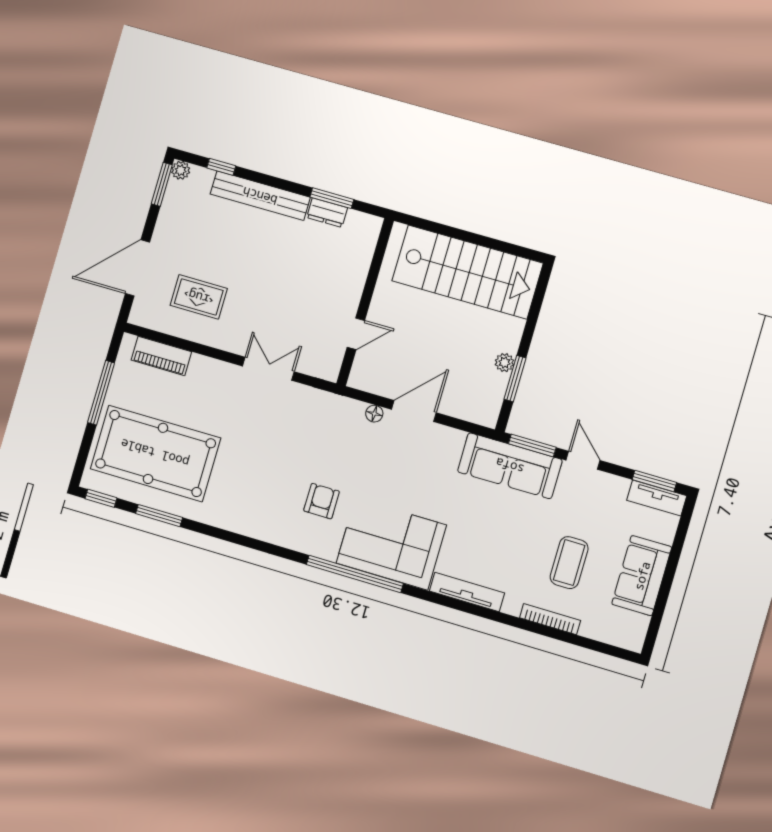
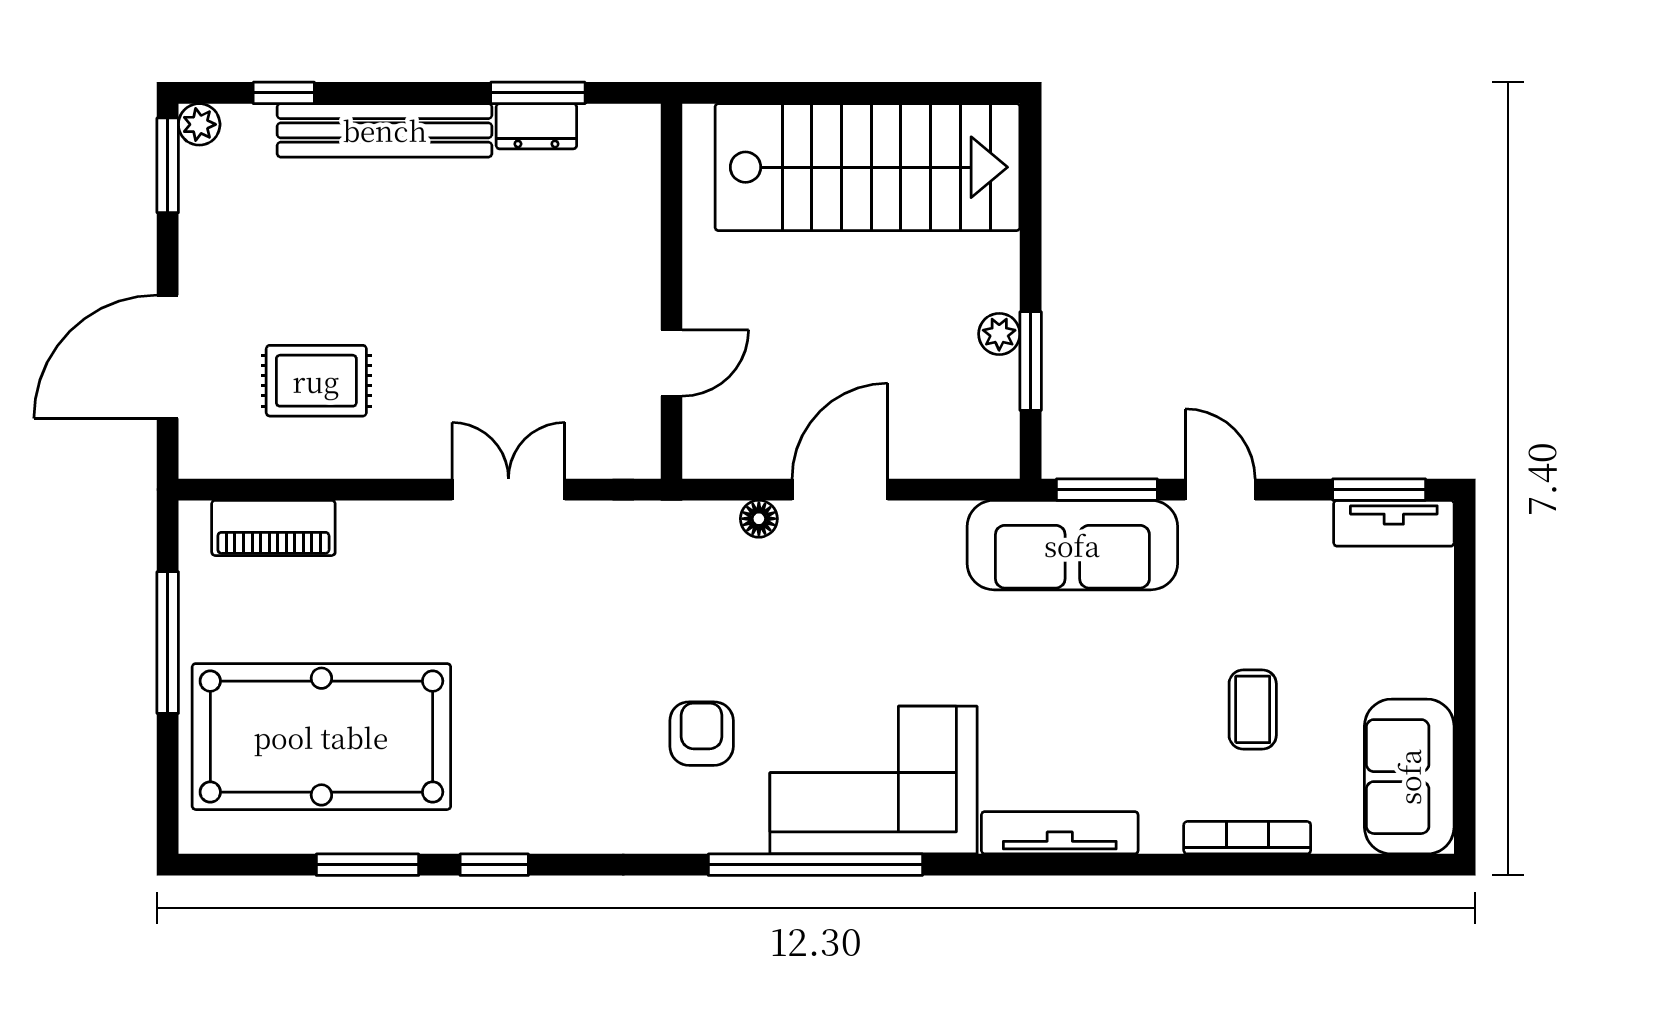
window: (101, 498) -> (494, 865), moved
coffee table: (569, 563) -> (1253, 709), width x0.73, depth x0.77
sofa: (642, 576) -> (1409, 777), moved

